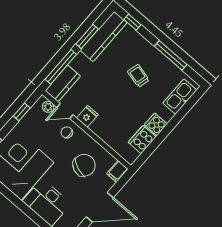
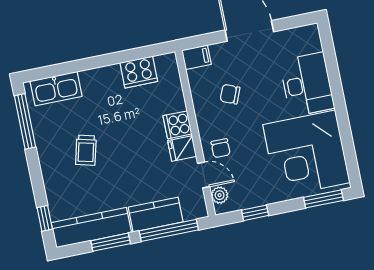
window: (171, 55) -> (25, 121), moved
kitchen counter: (63, 83) -> (156, 215), moved
cooker: (156, 124) -> (177, 125), moved, turned 90
chair: (84, 165) -> (230, 94), width x0.54, depth x0.54

